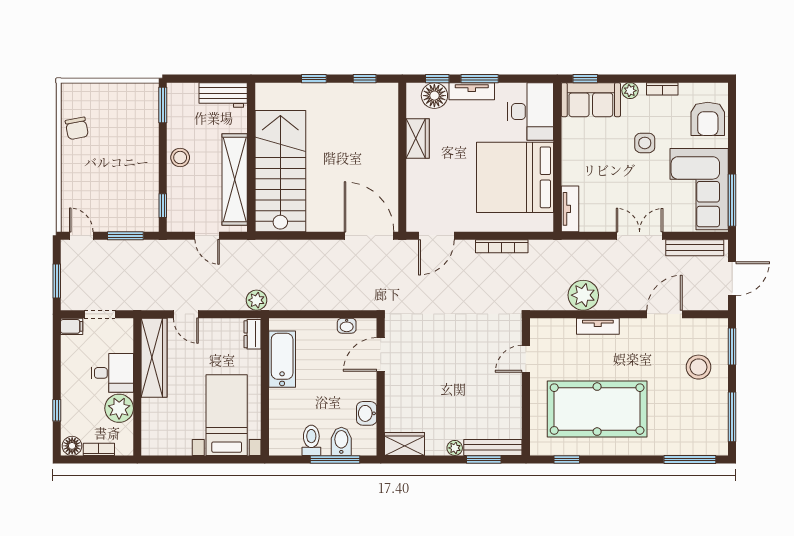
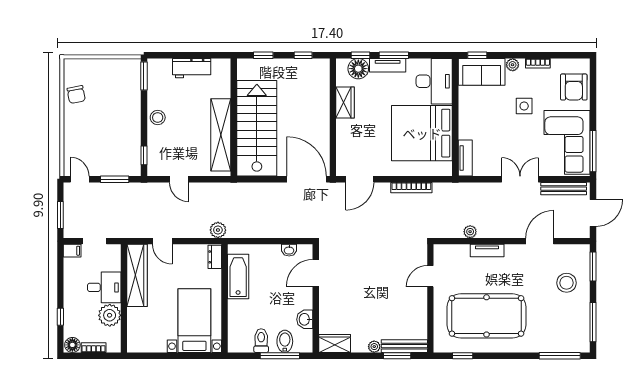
wall: (251, 157) -> (234, 117), moved
stairs: (280, 171) -> (257, 128), moved
shelving: (235, 180) -> (221, 135), moved
plant: (583, 295) -> (470, 232), width x0.53, depth x0.53

